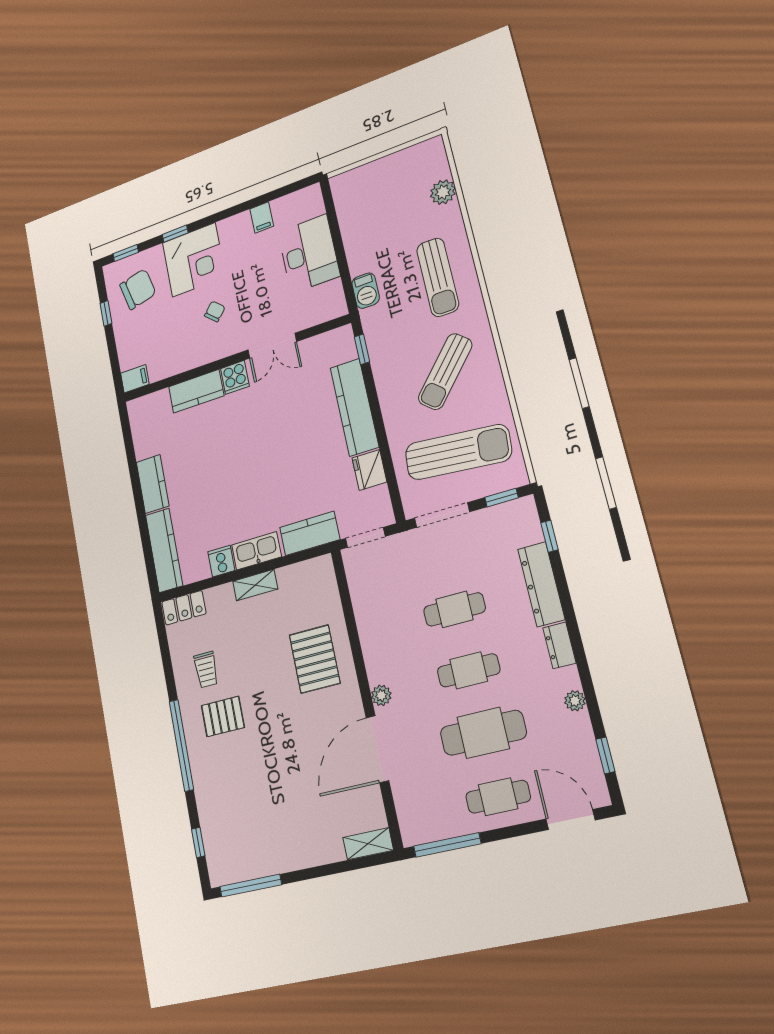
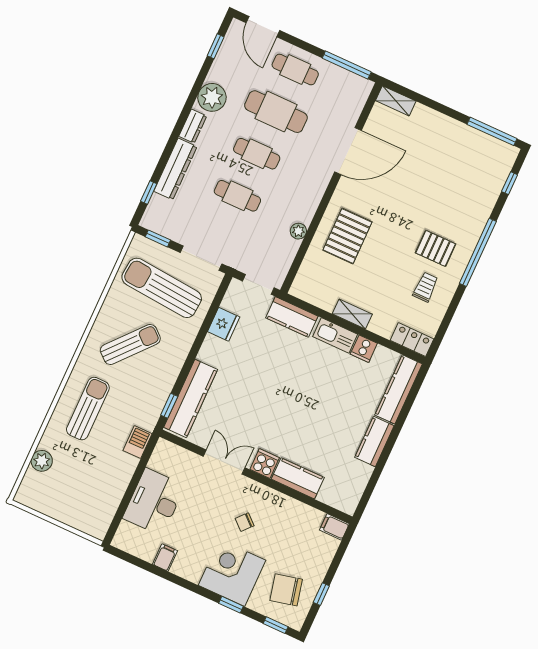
kitchen counter: (354, 407) -> (191, 398), moved
plant: (381, 695) -> (298, 231), moved
plant: (575, 701) -> (212, 97), width x1.88, depth x1.88

